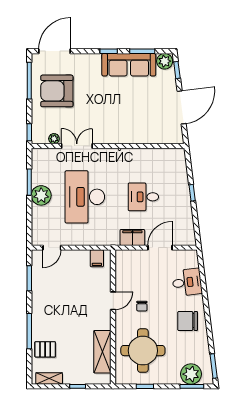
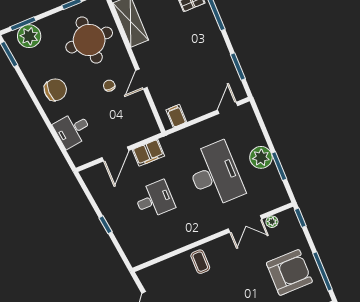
coffee table: (127, 130) -> (200, 262), added

